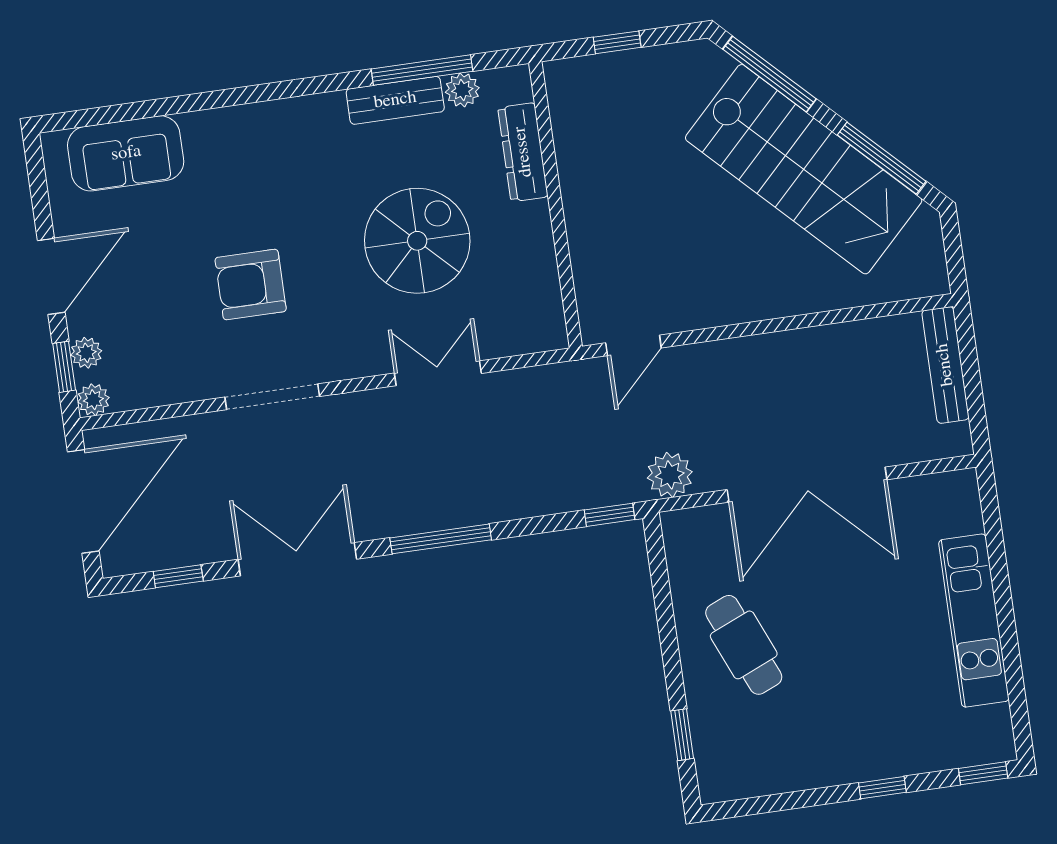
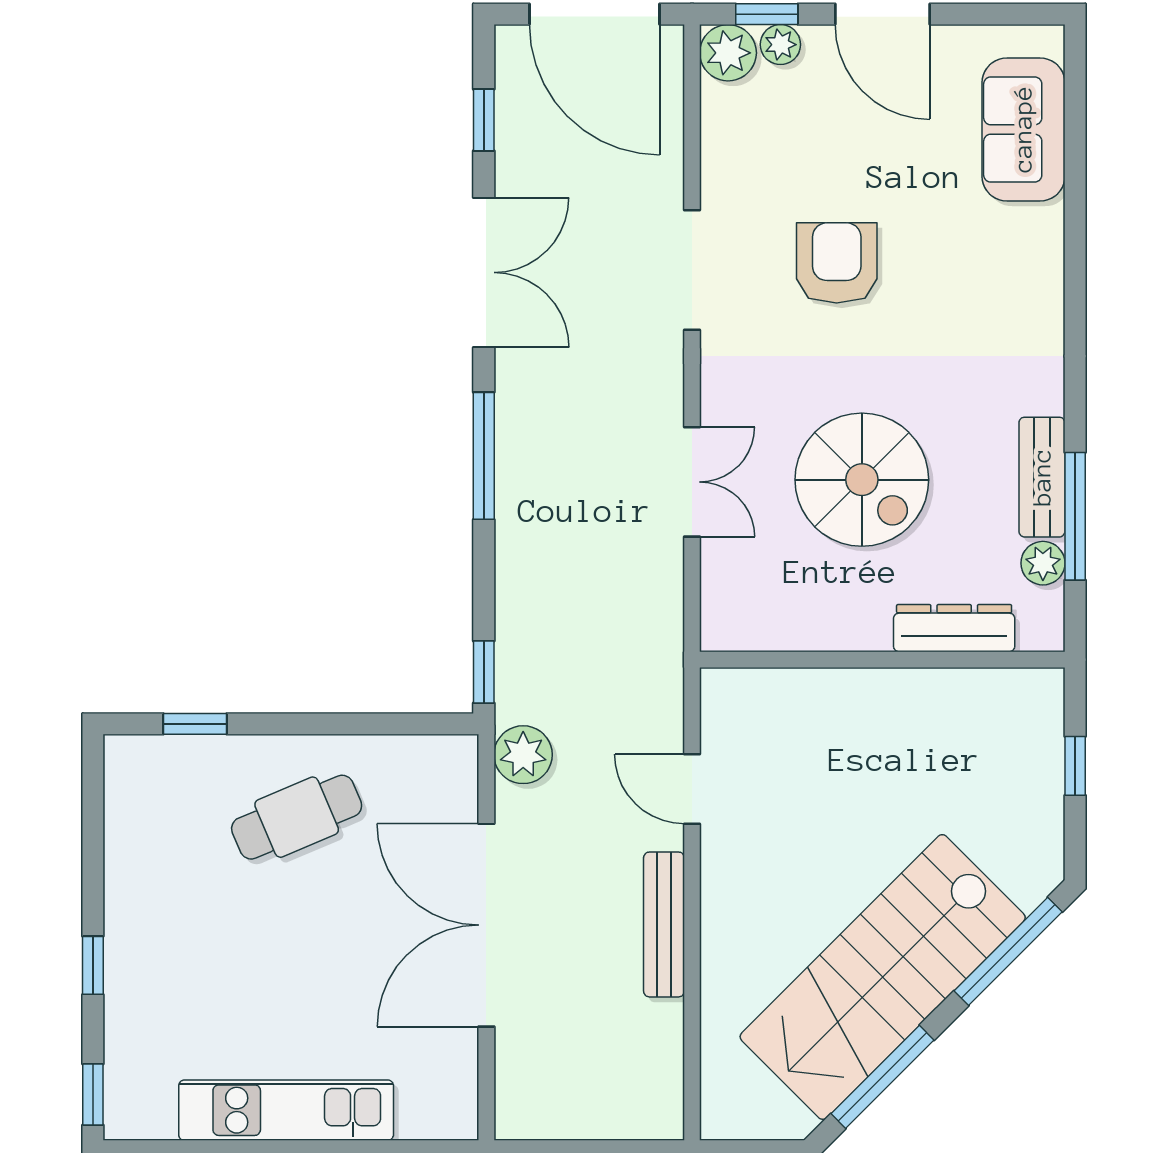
door: (633, 345) -> (692, 789), moved
bench: (945, 365) -> (664, 924), moved, turned 90
plant: (93, 400) -> (728, 53), width x1.38, depth x1.38

